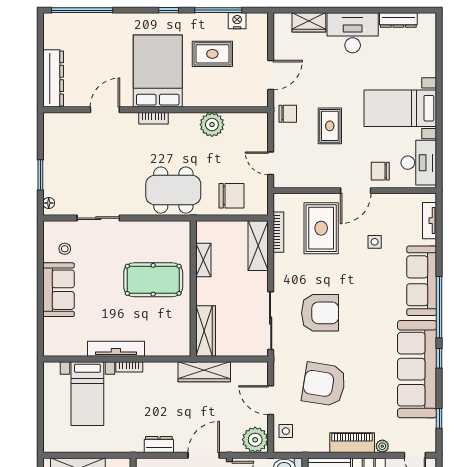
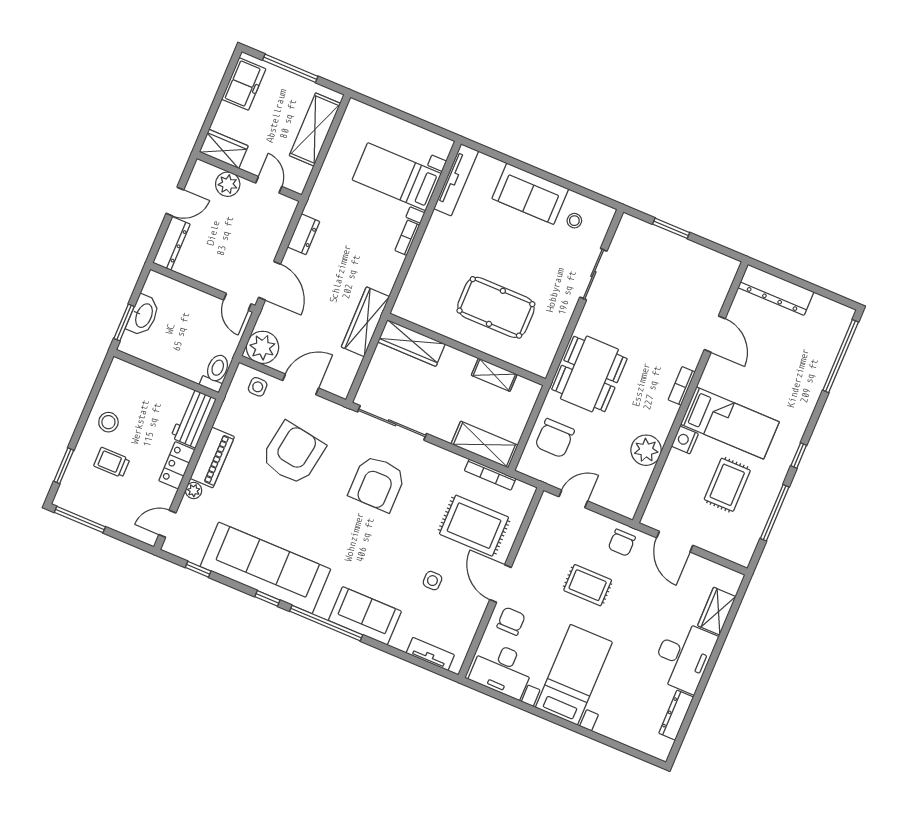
nightstand: (237, 21) -> (685, 440), moved, turned 180
bed: (158, 71) -> (730, 423), width x0.67
floor lamp: (49, 203) -> (635, 224), removed
pool table: (153, 280) -> (496, 307), turned 90
sofa: (422, 281) -> (365, 616), width x0.73
tv unit: (116, 349) -> (456, 180), moved

